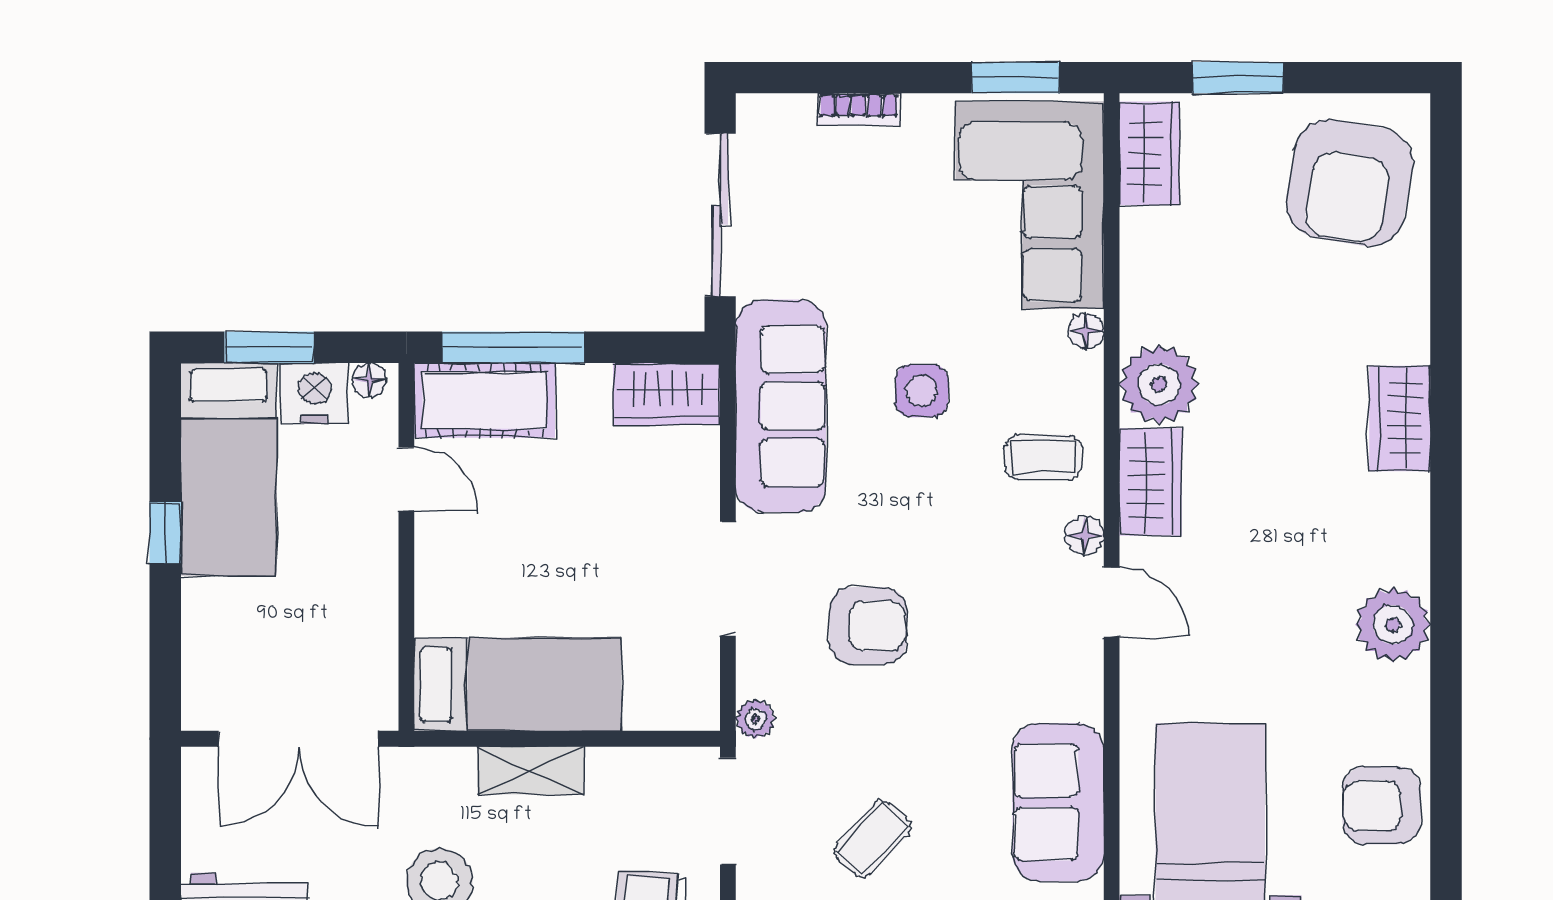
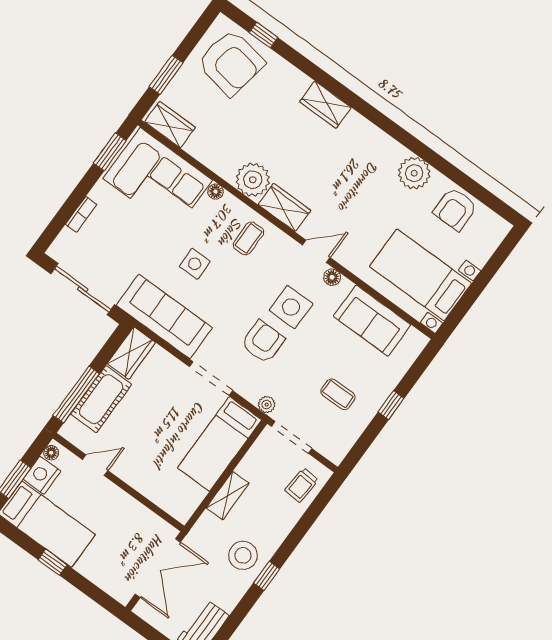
window: (1446, 206) -> (263, 35), added
cot: (485, 400) -> (101, 399), moved
floor lamp: (1084, 535) -> (332, 277), moved
plant: (1393, 625) -> (414, 173), moved
side table: (972, 631) -> (291, 307), added
bed: (517, 684) -> (220, 444), moved, turned 180
coffee table: (872, 839) -> (338, 394), turned -43

